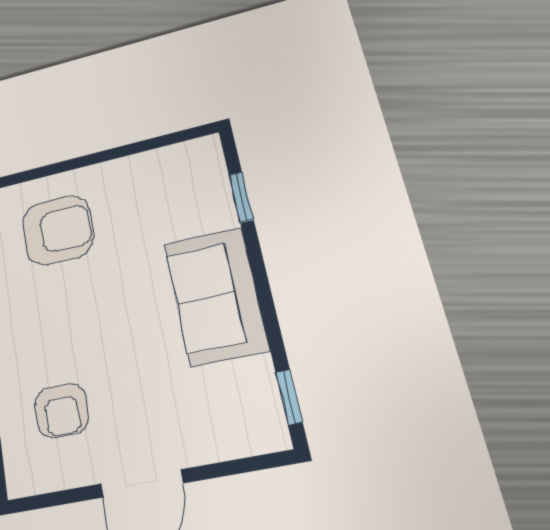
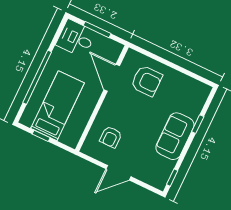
window: (241, 197) -> (198, 124), moved

